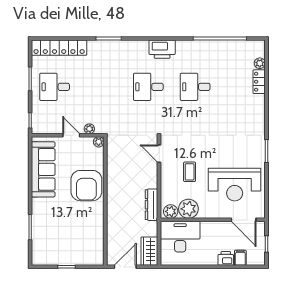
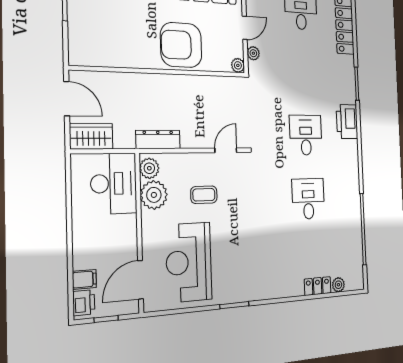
printer: (162, 49) -> (347, 122), moved
printer: (226, 258) -> (84, 303), moved

